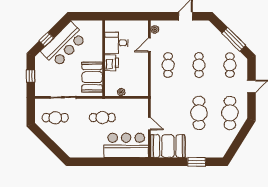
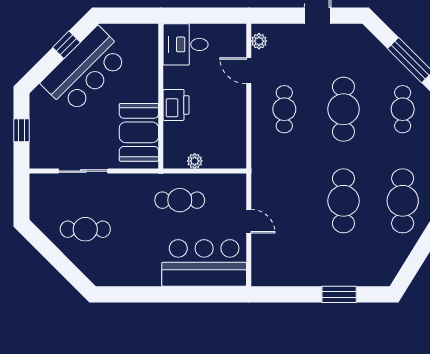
window: (46, 39) -> (66, 45), moved
desk: (116, 43) -> (186, 44), moved
door: (149, 45) -> (249, 71), hinge flipped
cafe table: (199, 65) -> (343, 109), width x1.37, depth x1.35
cafe table: (55, 118) -> (85, 229), moved
cafe table: (102, 118) -> (180, 200), moved
booth: (168, 146) -> (284, 264), removed

